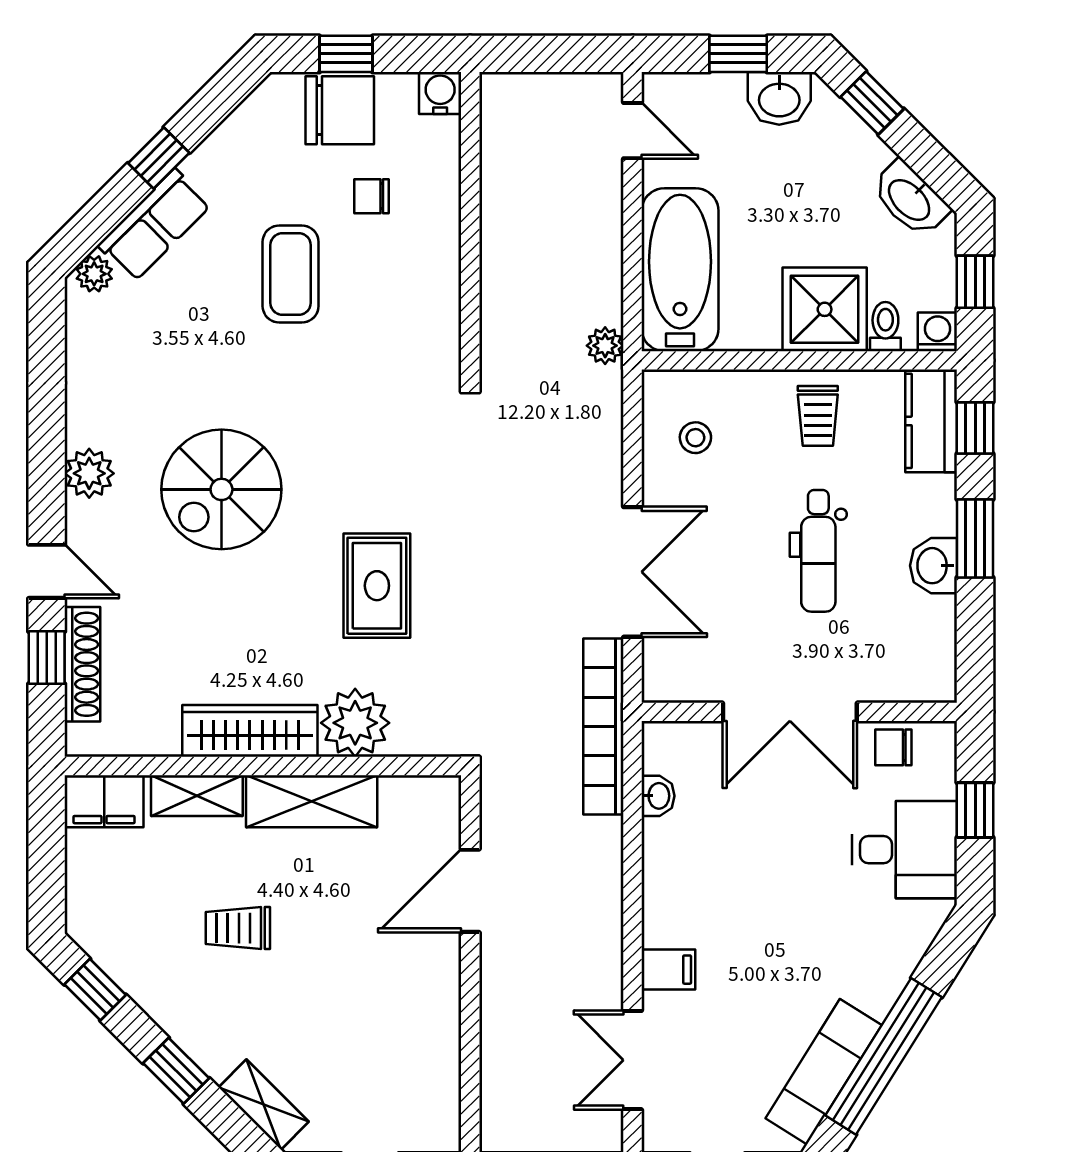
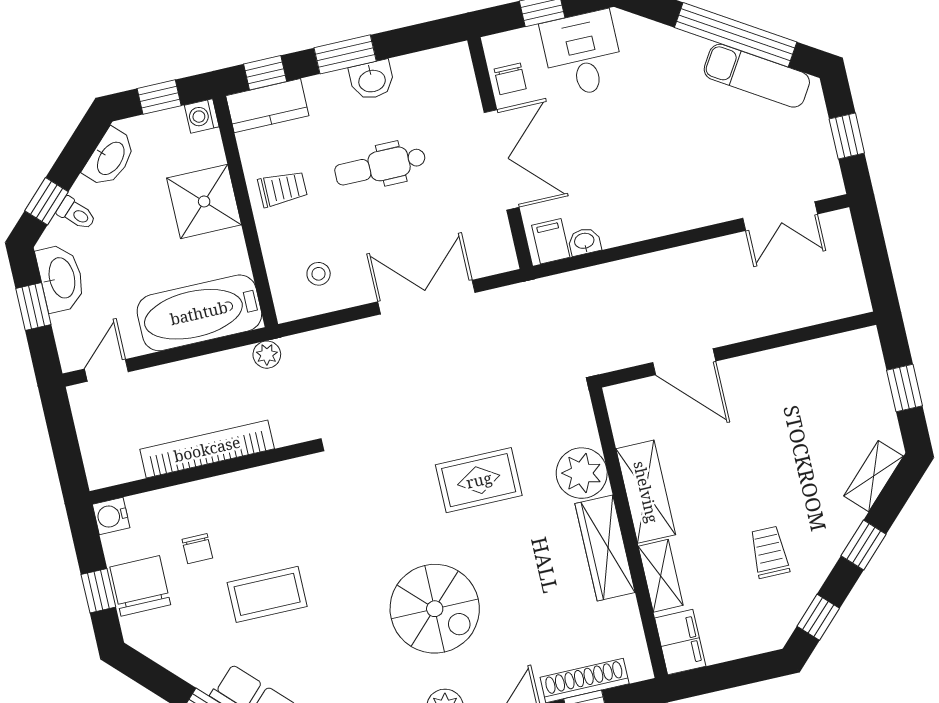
washbasin: (779, 98) -> (61, 278), width x1.38
toilet: (885, 327) -> (76, 214), moved, turned -135
dental chair: (818, 551) -> (380, 166), turned 180
bookcase: (603, 726) -> (207, 449), moved, turned 180
trolley: (238, 928) -> (769, 552), moved, turned 180
filing cabinet: (668, 970) -> (551, 241), moved

